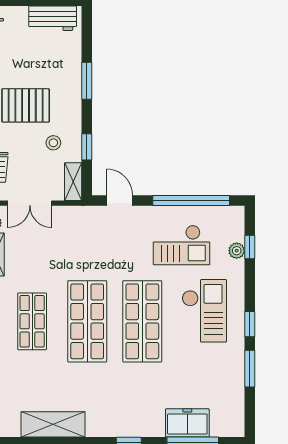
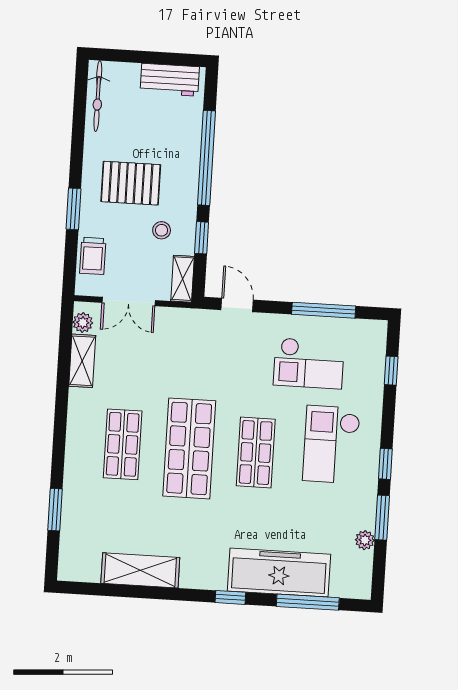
window: (87, 81) -> (206, 158), width x2.11
window: (191, 201) -> (324, 310), width x0.68
plant: (237, 251) -> (365, 540), moved
checkout: (204, 311) -> (331, 444), turned 180
shop shelf: (142, 321) -> (256, 453), width x0.70, depth x0.74
freezer: (187, 423) -> (279, 573), width x1.91, depth x1.26

